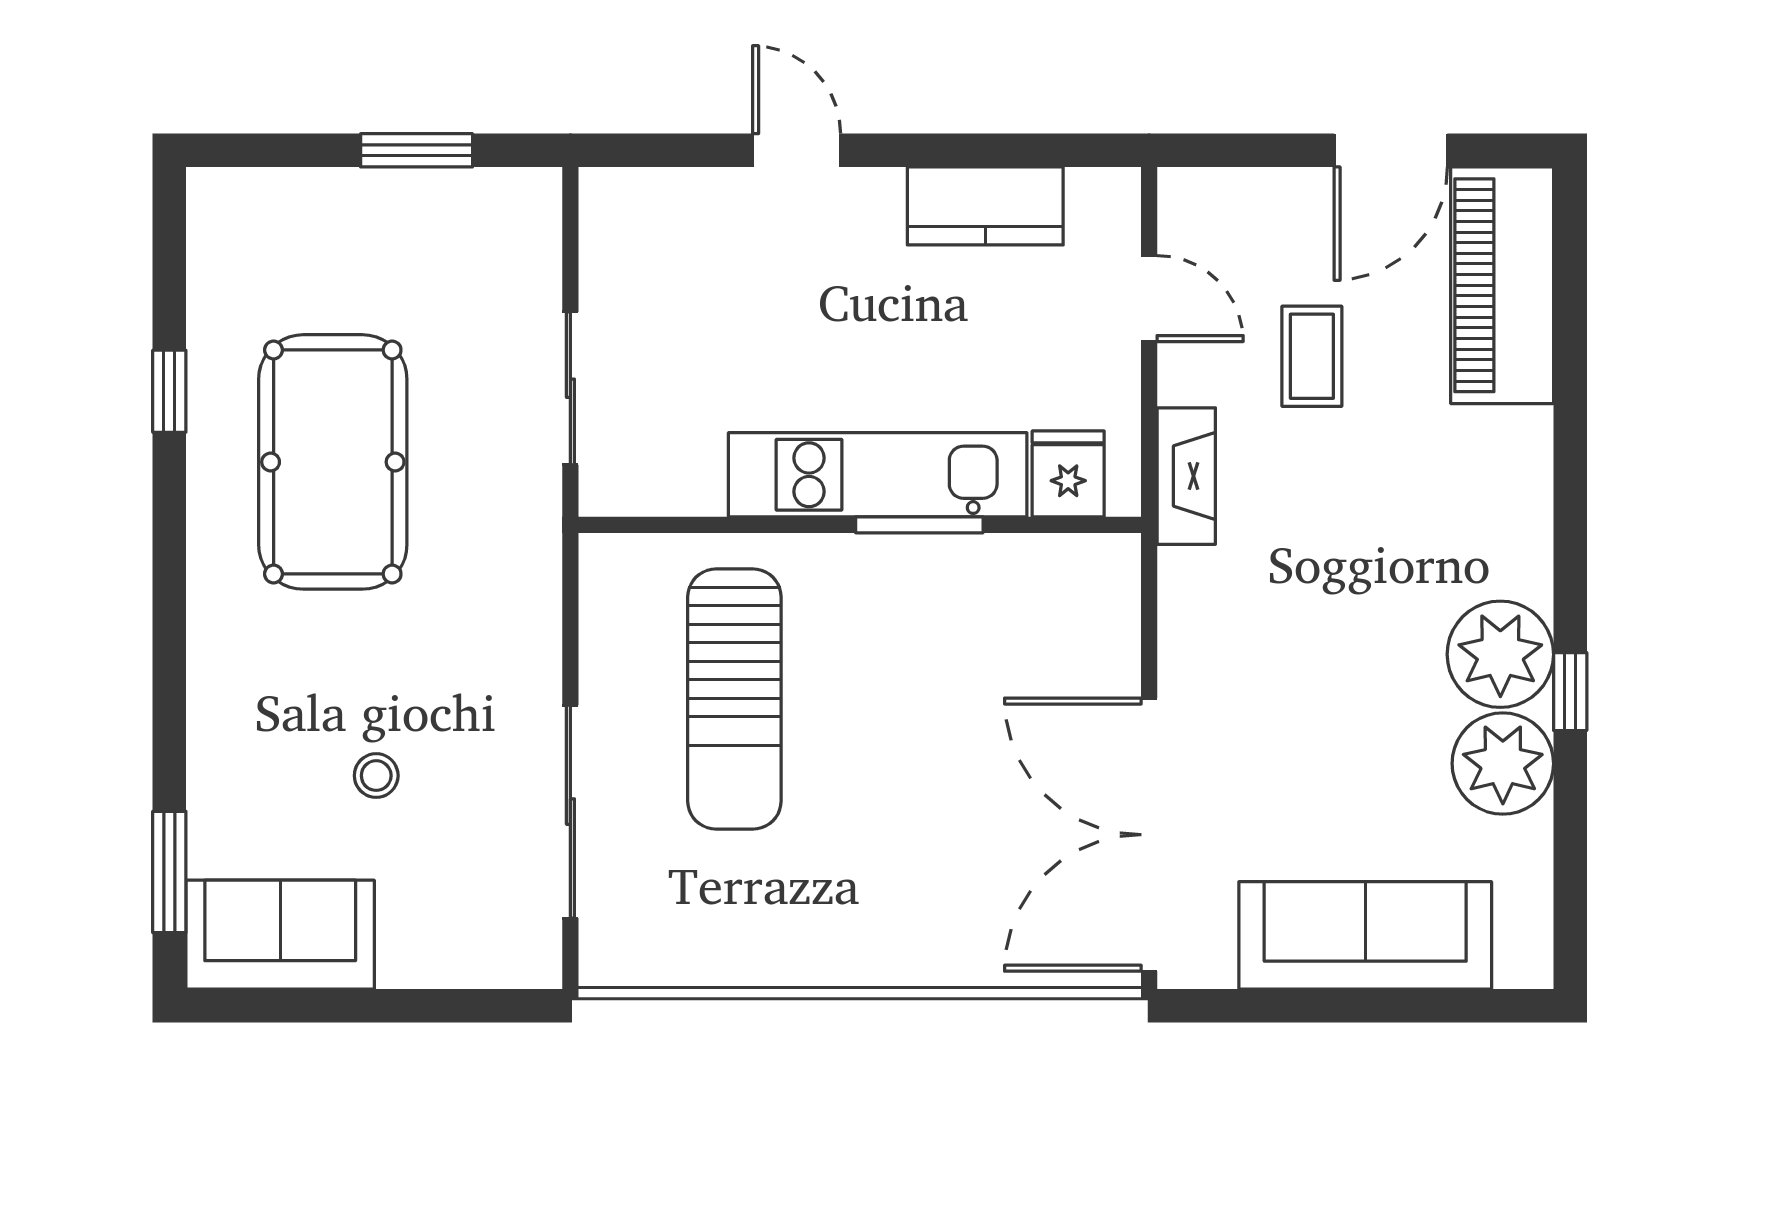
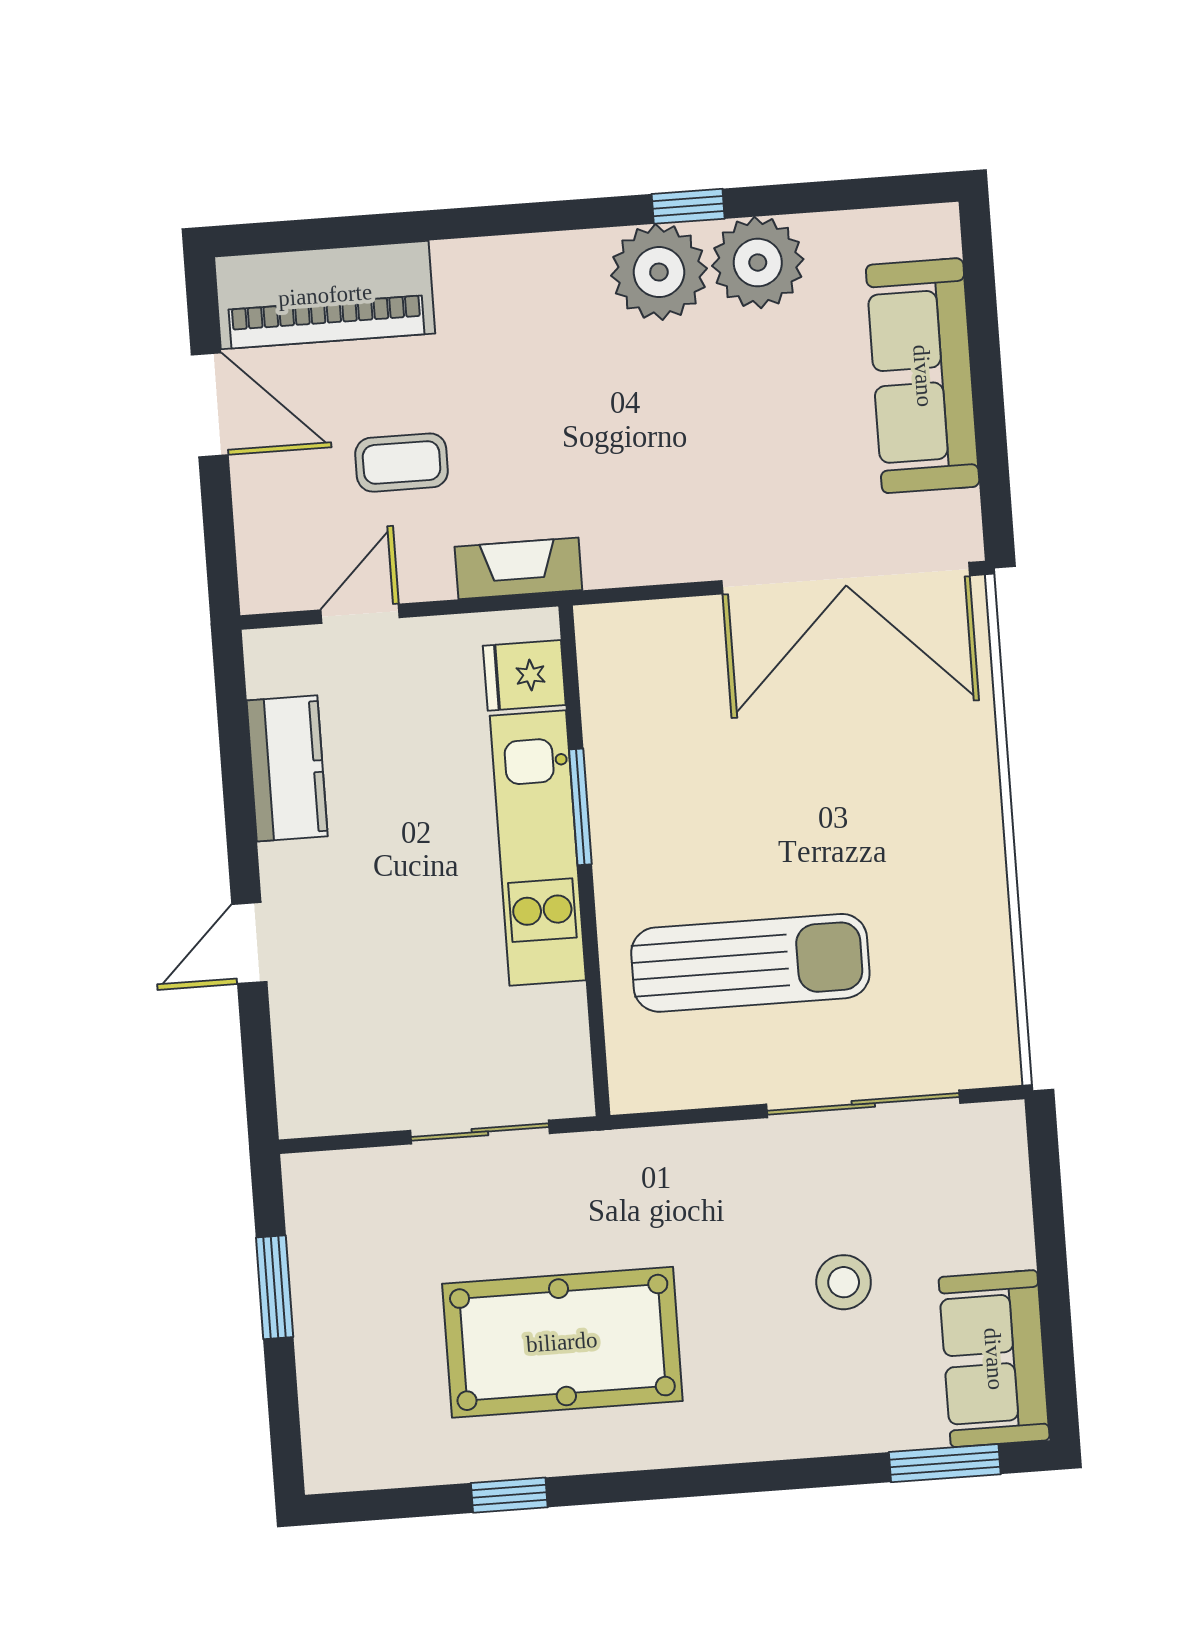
stool: (376, 776) -> (844, 1282), width x1.37, depth x1.37

